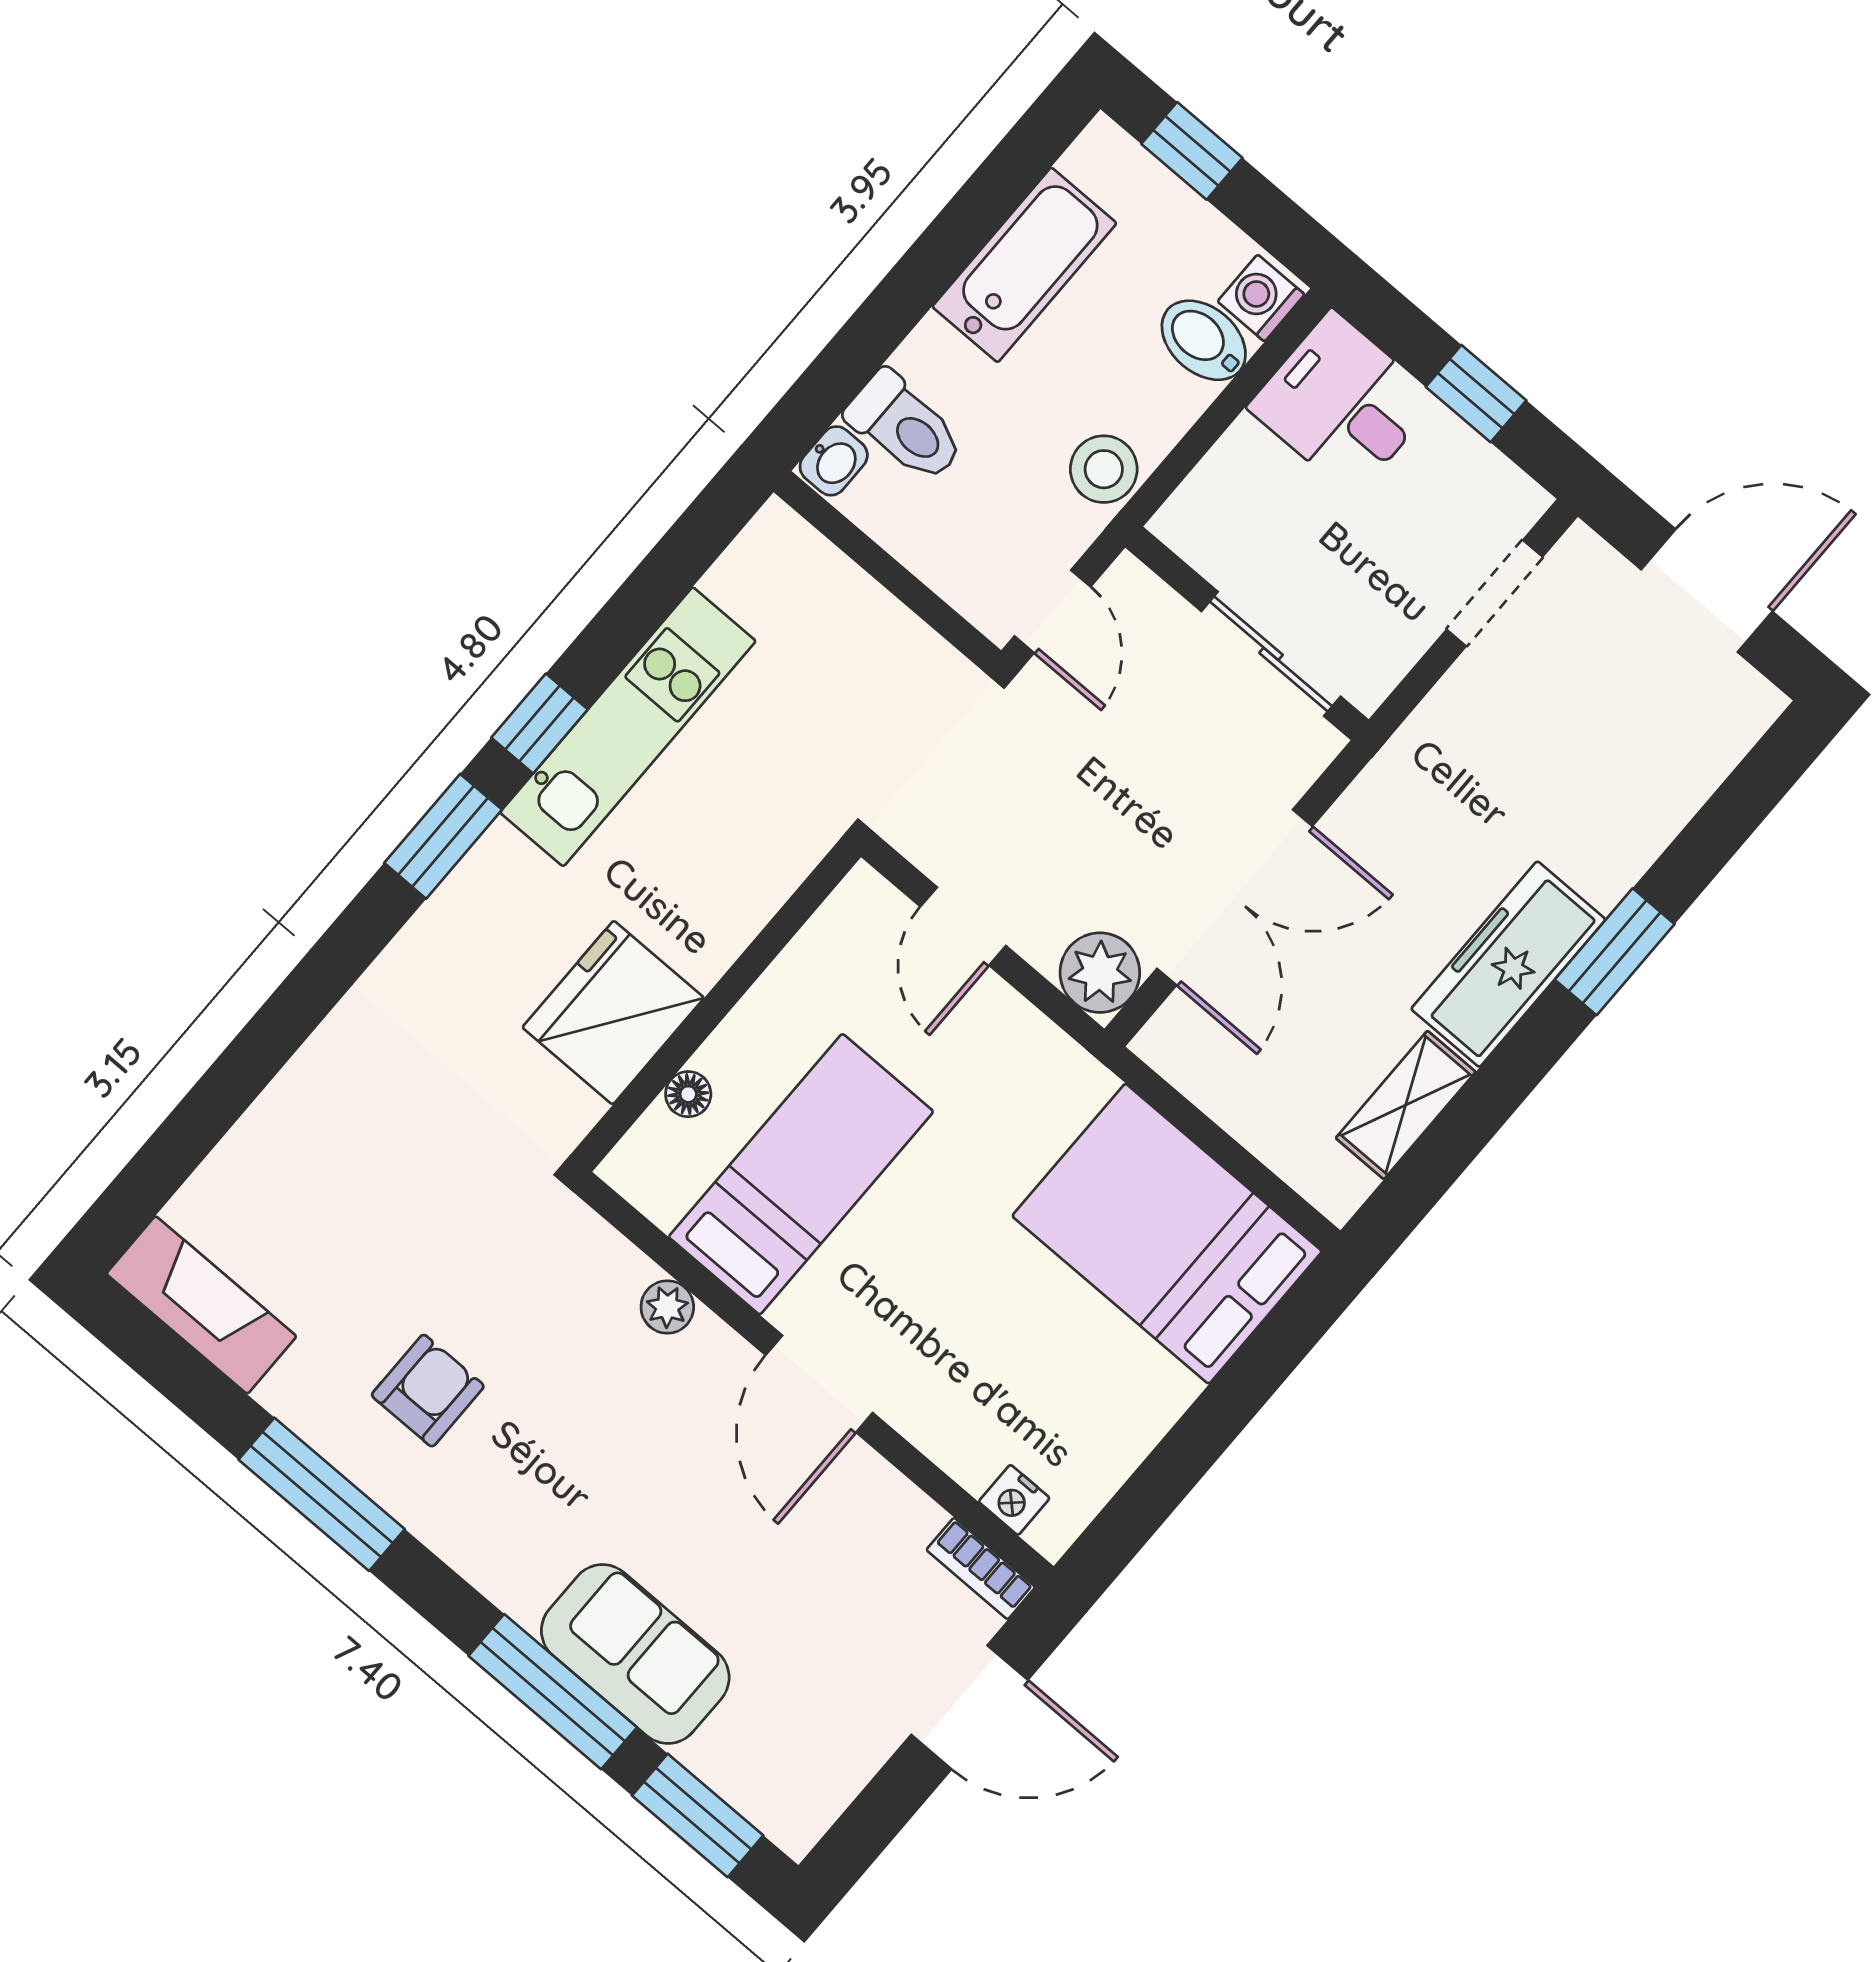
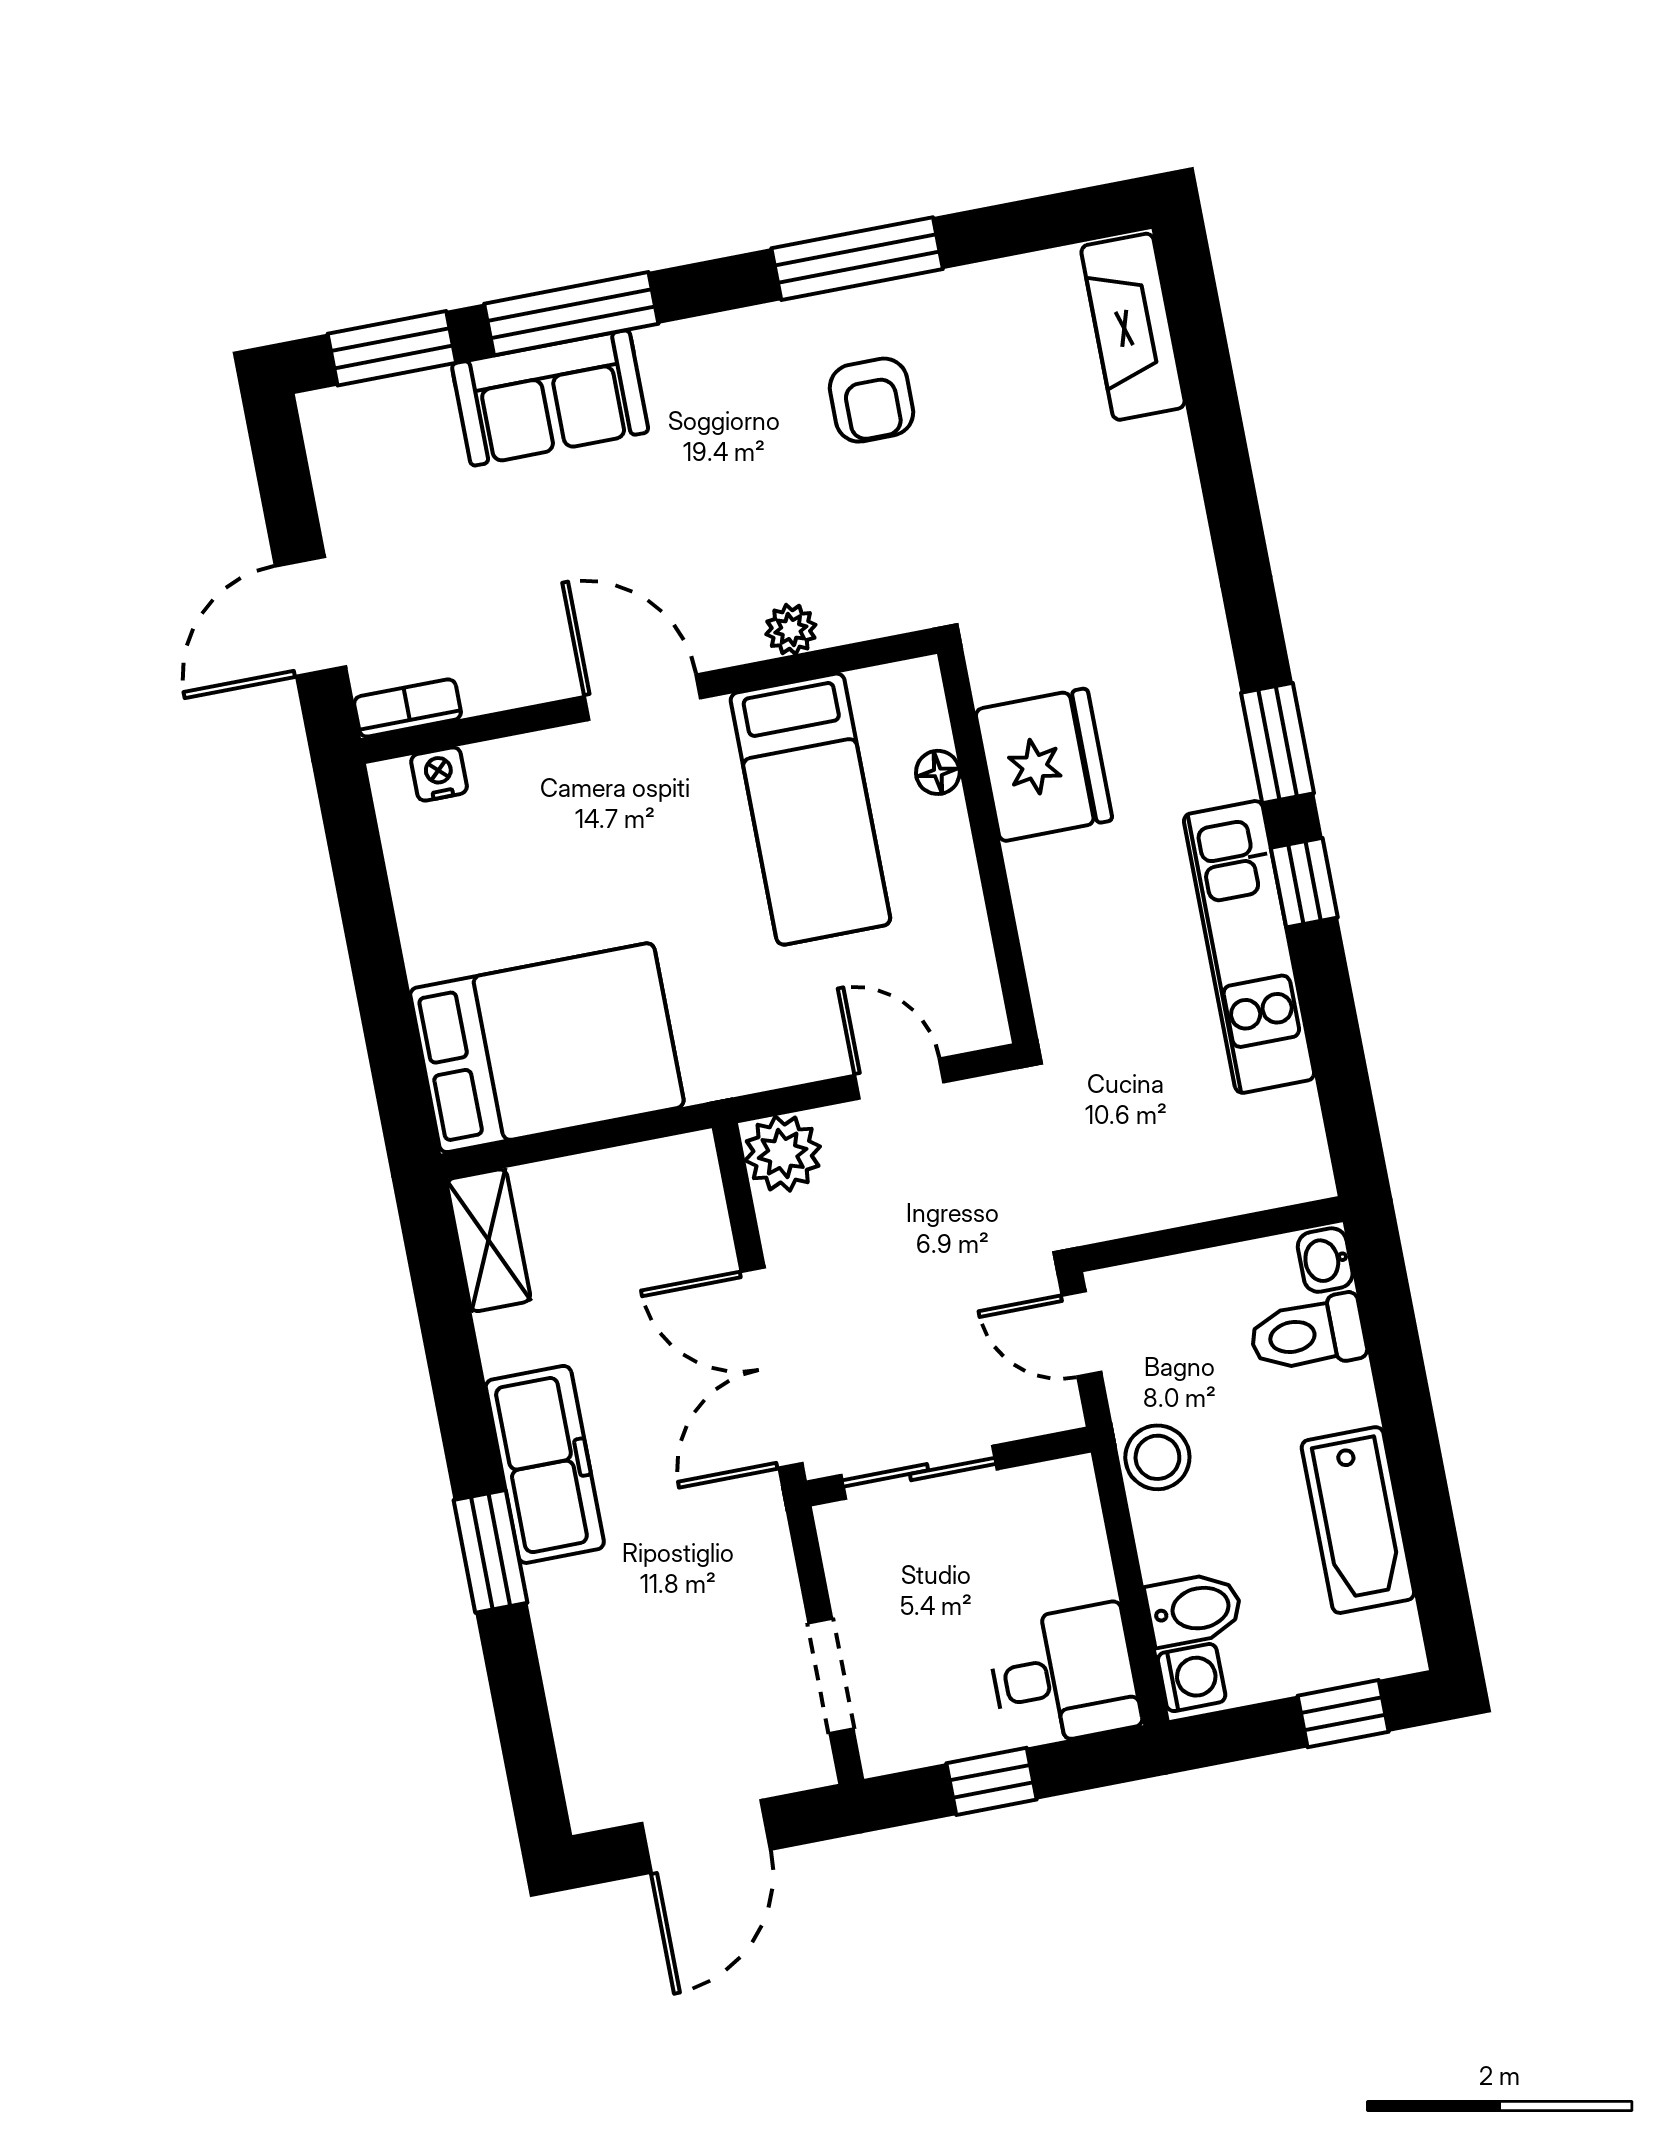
double door: (1235, 897) -> (772, 1368), moved
shelving: (1406, 1105) -> (489, 1240), moved
fireplace: (201, 1305) -> (1133, 327), moved, turned 90

